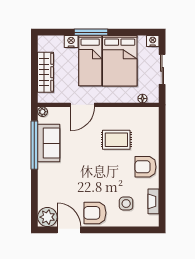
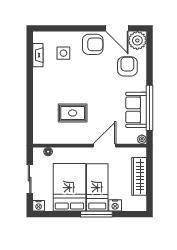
armchair: (145, 167) -> (127, 66), moved, turned -90

